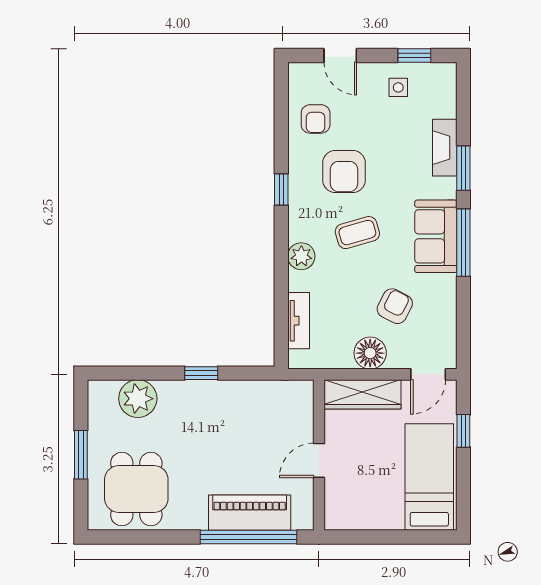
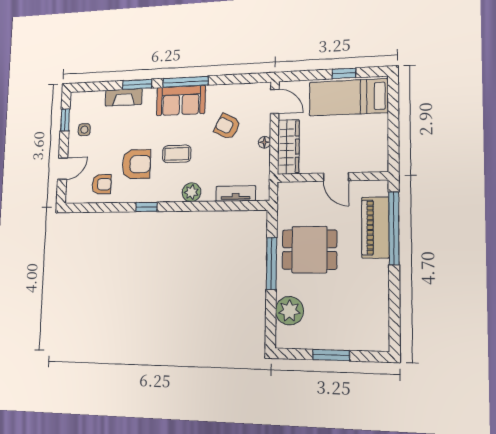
coffee table: (357, 233) -> (177, 154), turned -74
floor lamp: (370, 353) -> (264, 142), width x0.53, depth x0.53
window: (201, 373) -> (271, 263), width x2.17
window: (463, 431) -> (344, 73), moved
dining table: (136, 489) -> (309, 250), moved

